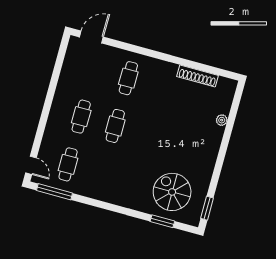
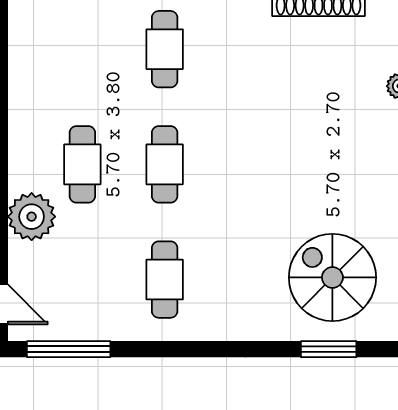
plant: (54, 133) -> (32, 217), added
cafe table: (68, 164) -> (165, 280), moved

